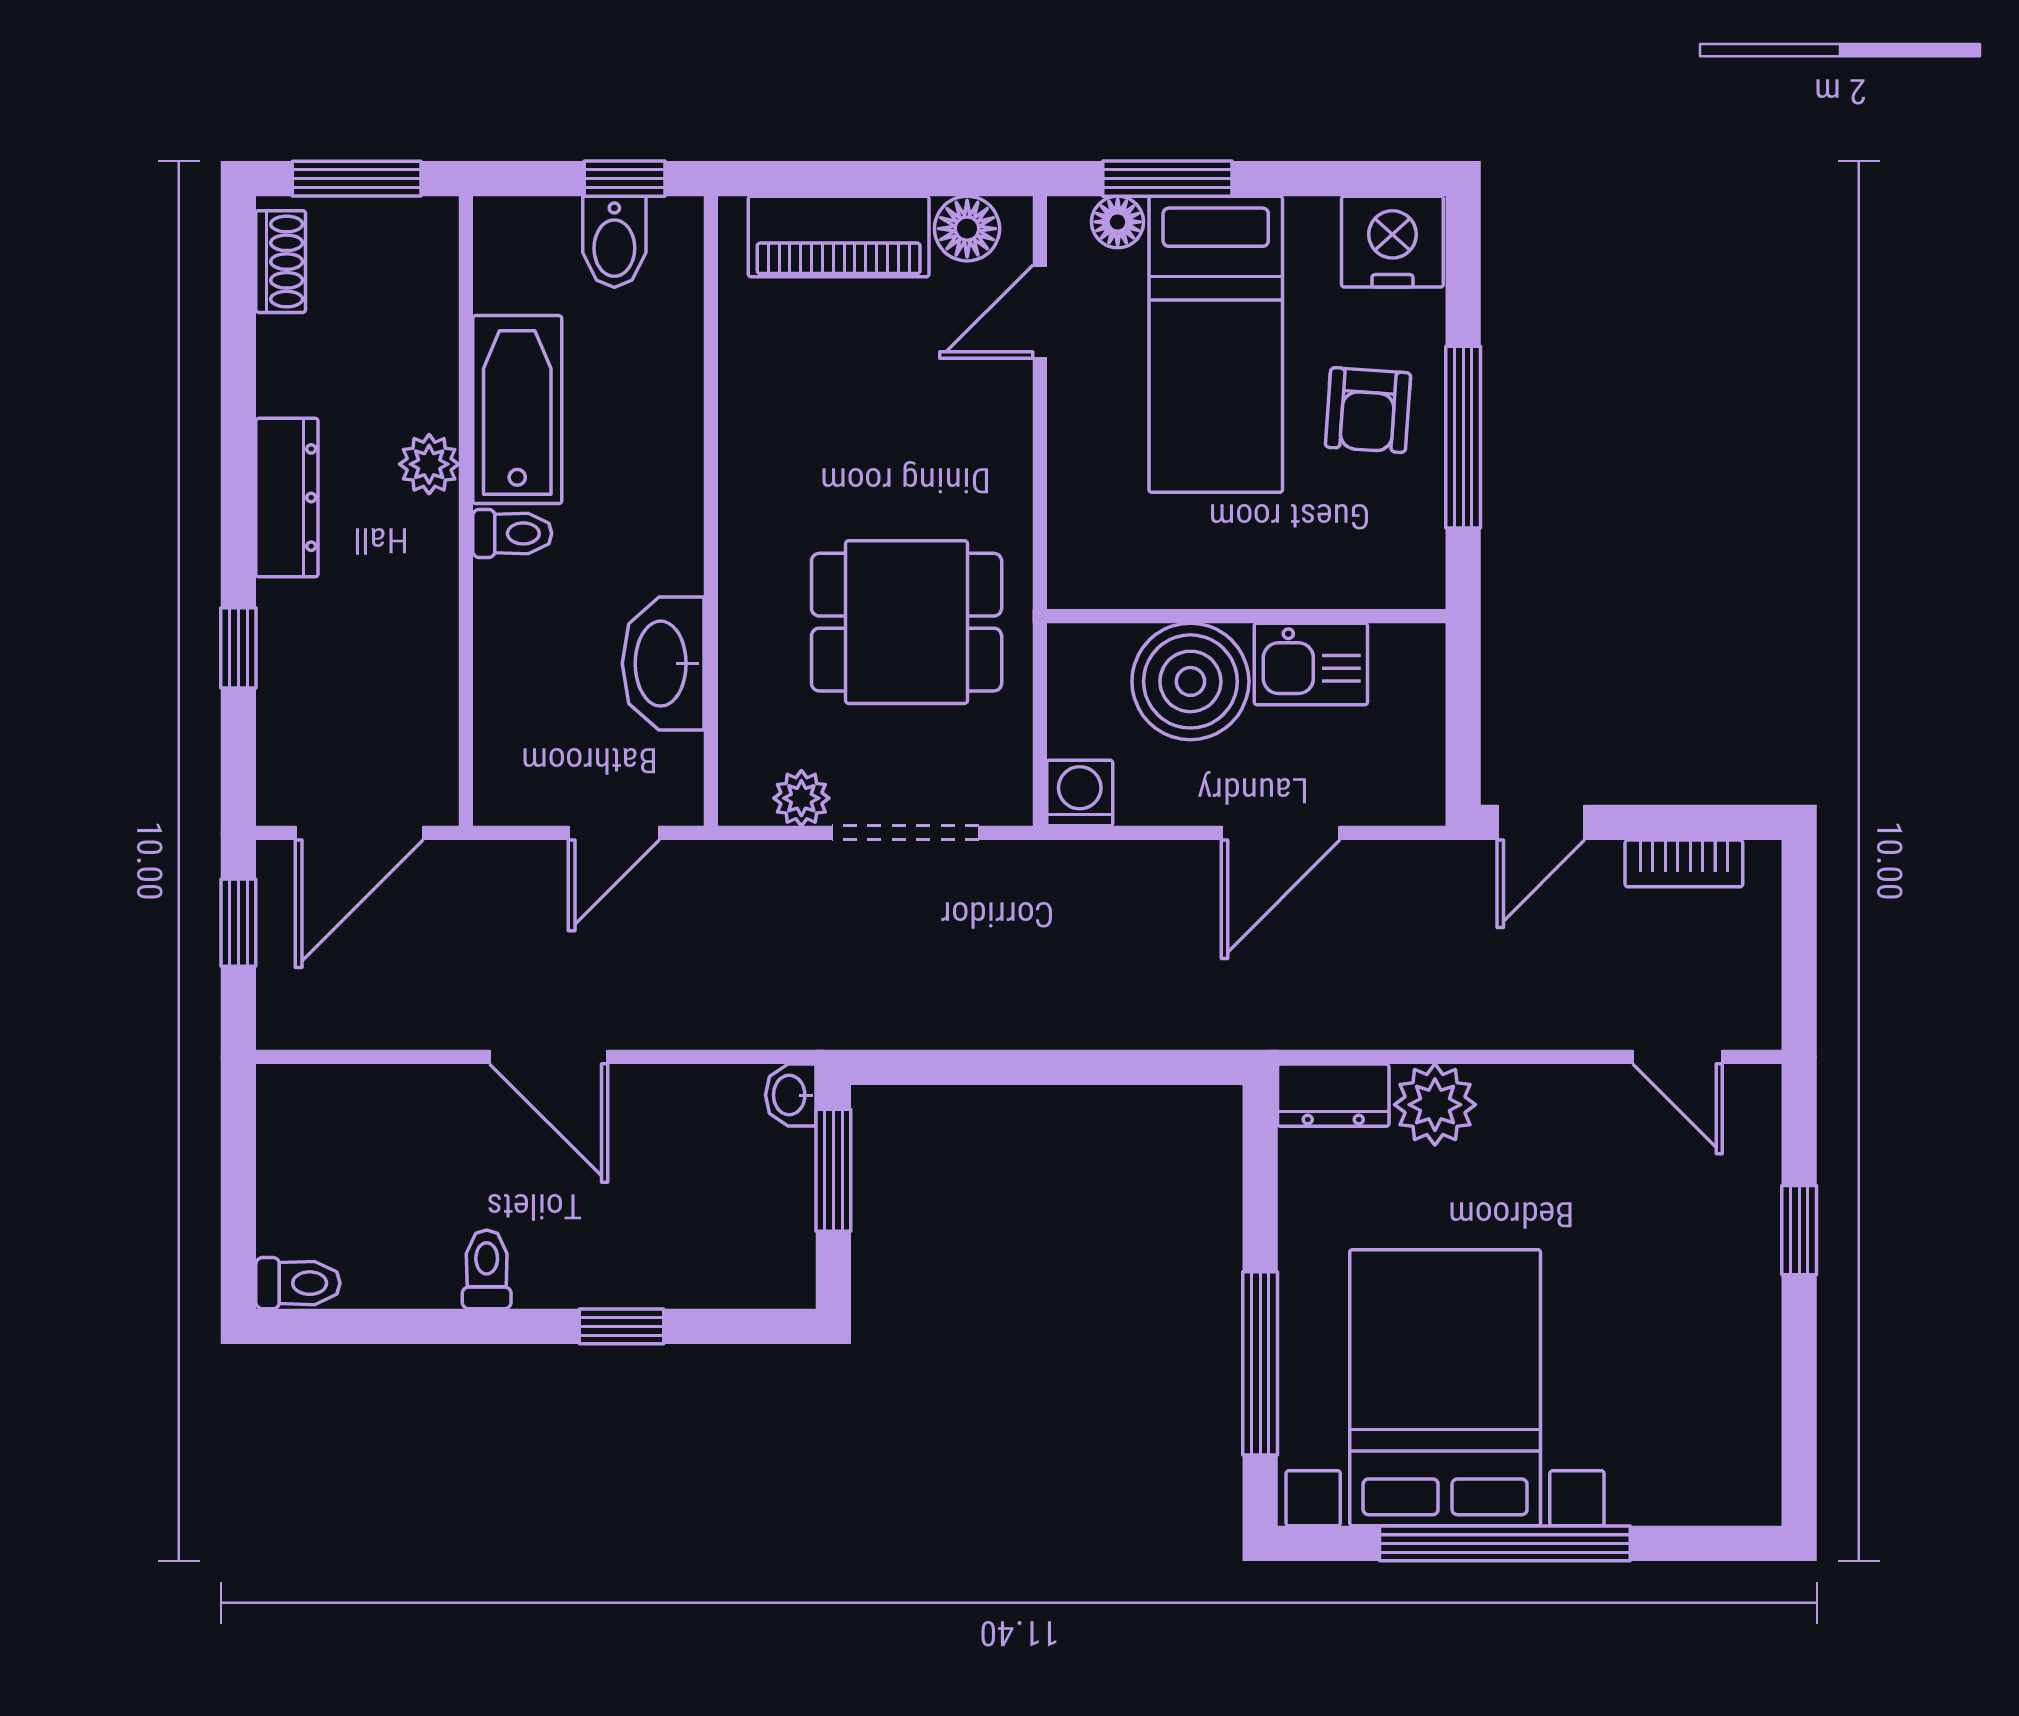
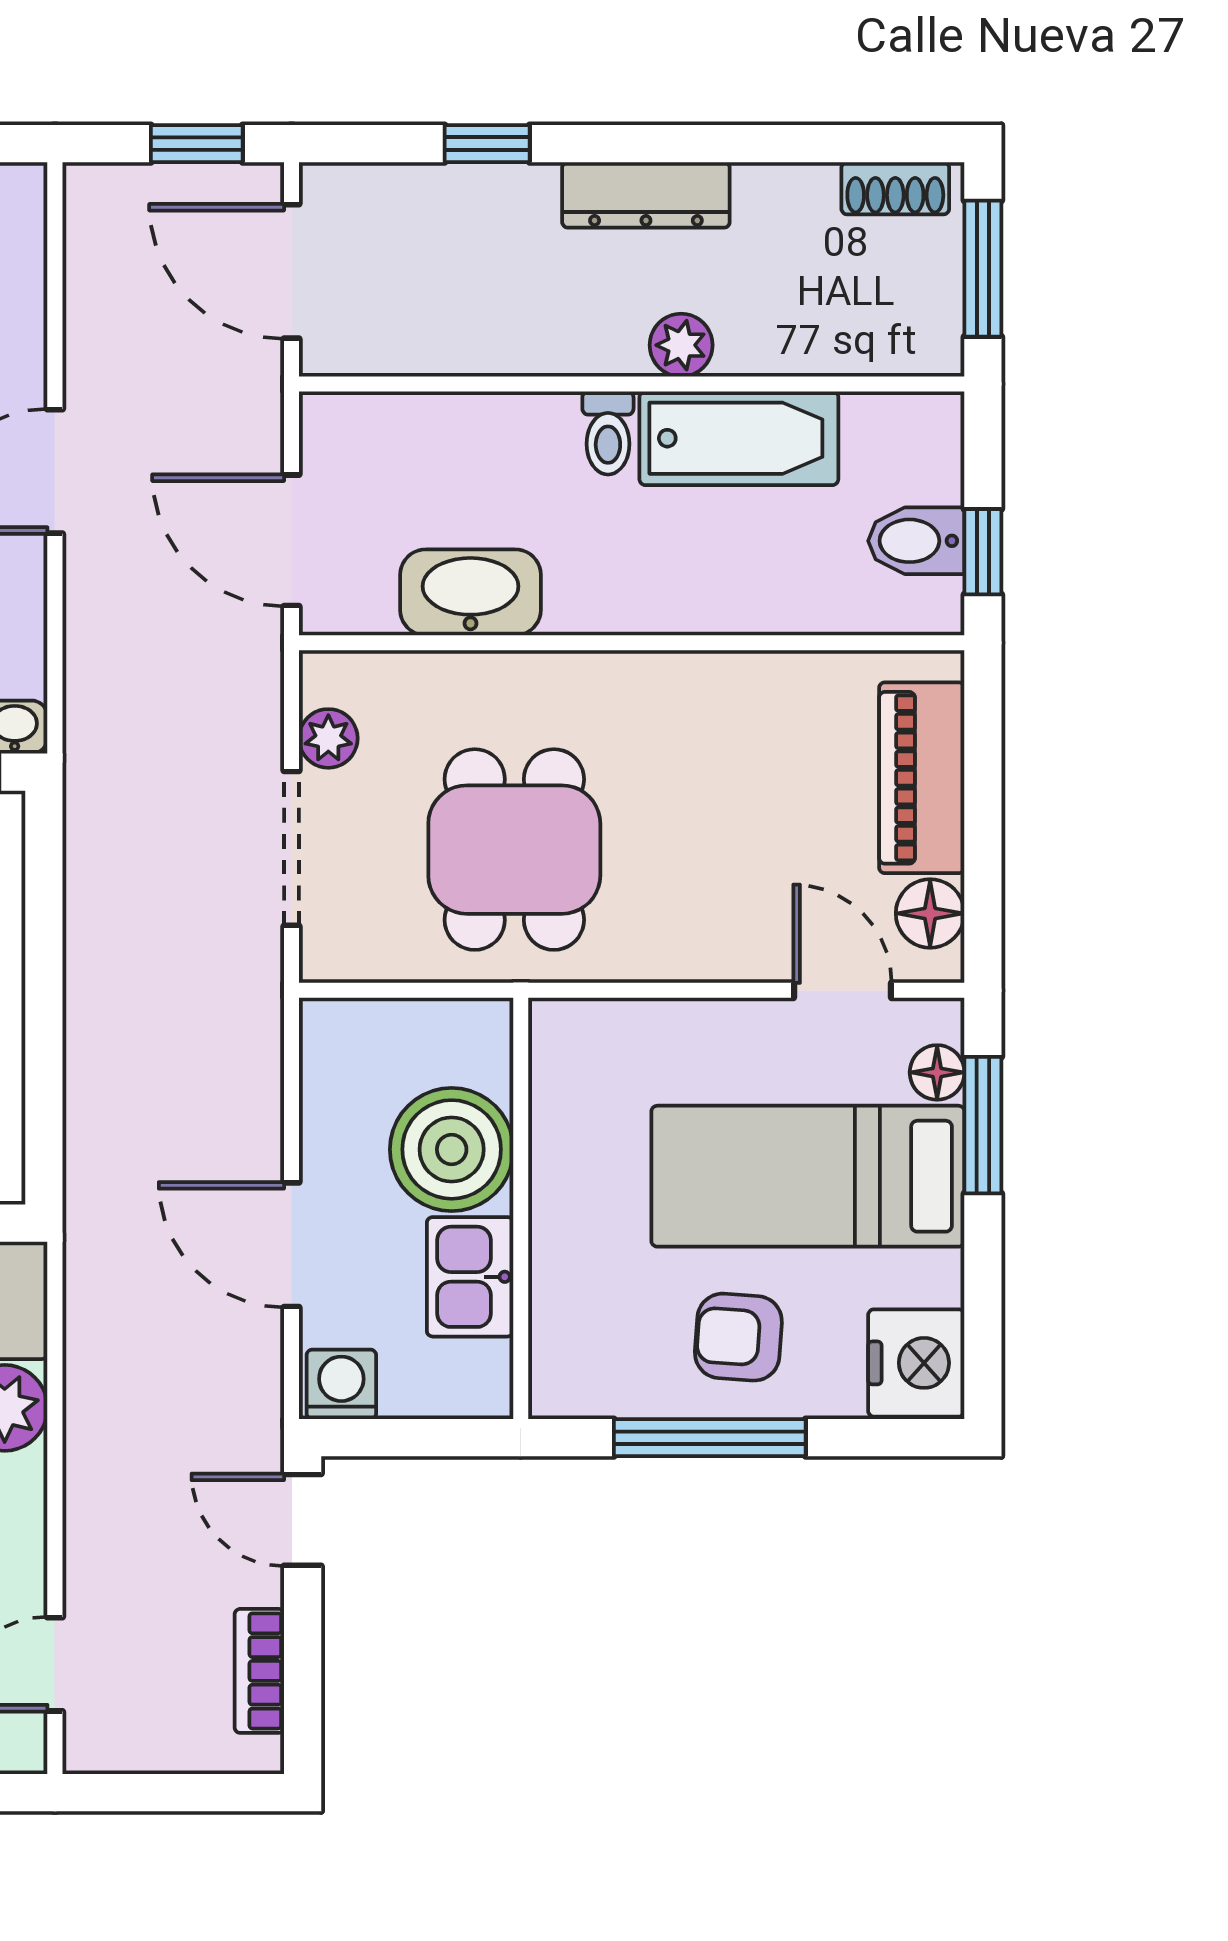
washing machine: (1080, 793) -> (341, 1384), moved, turned -90
door: (614, 833) -> (292, 540), width x1.38

